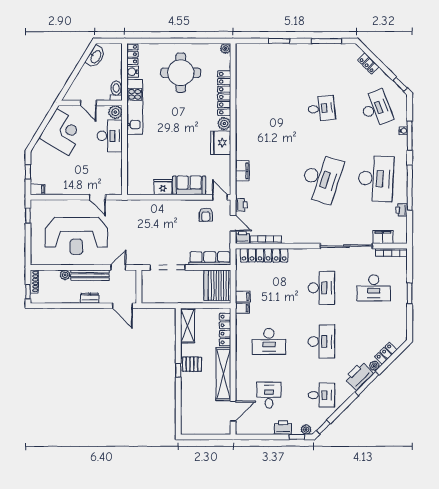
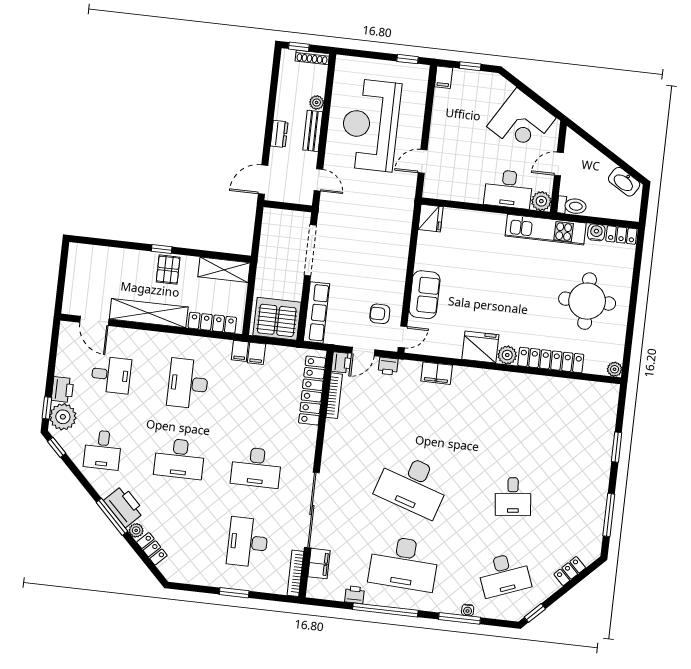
fridge: (163, 187) -> (431, 218), moved
bench: (90, 275) -> (313, 131), width x0.73
plant: (306, 430) -> (63, 417), width x1.88, depth x1.88

